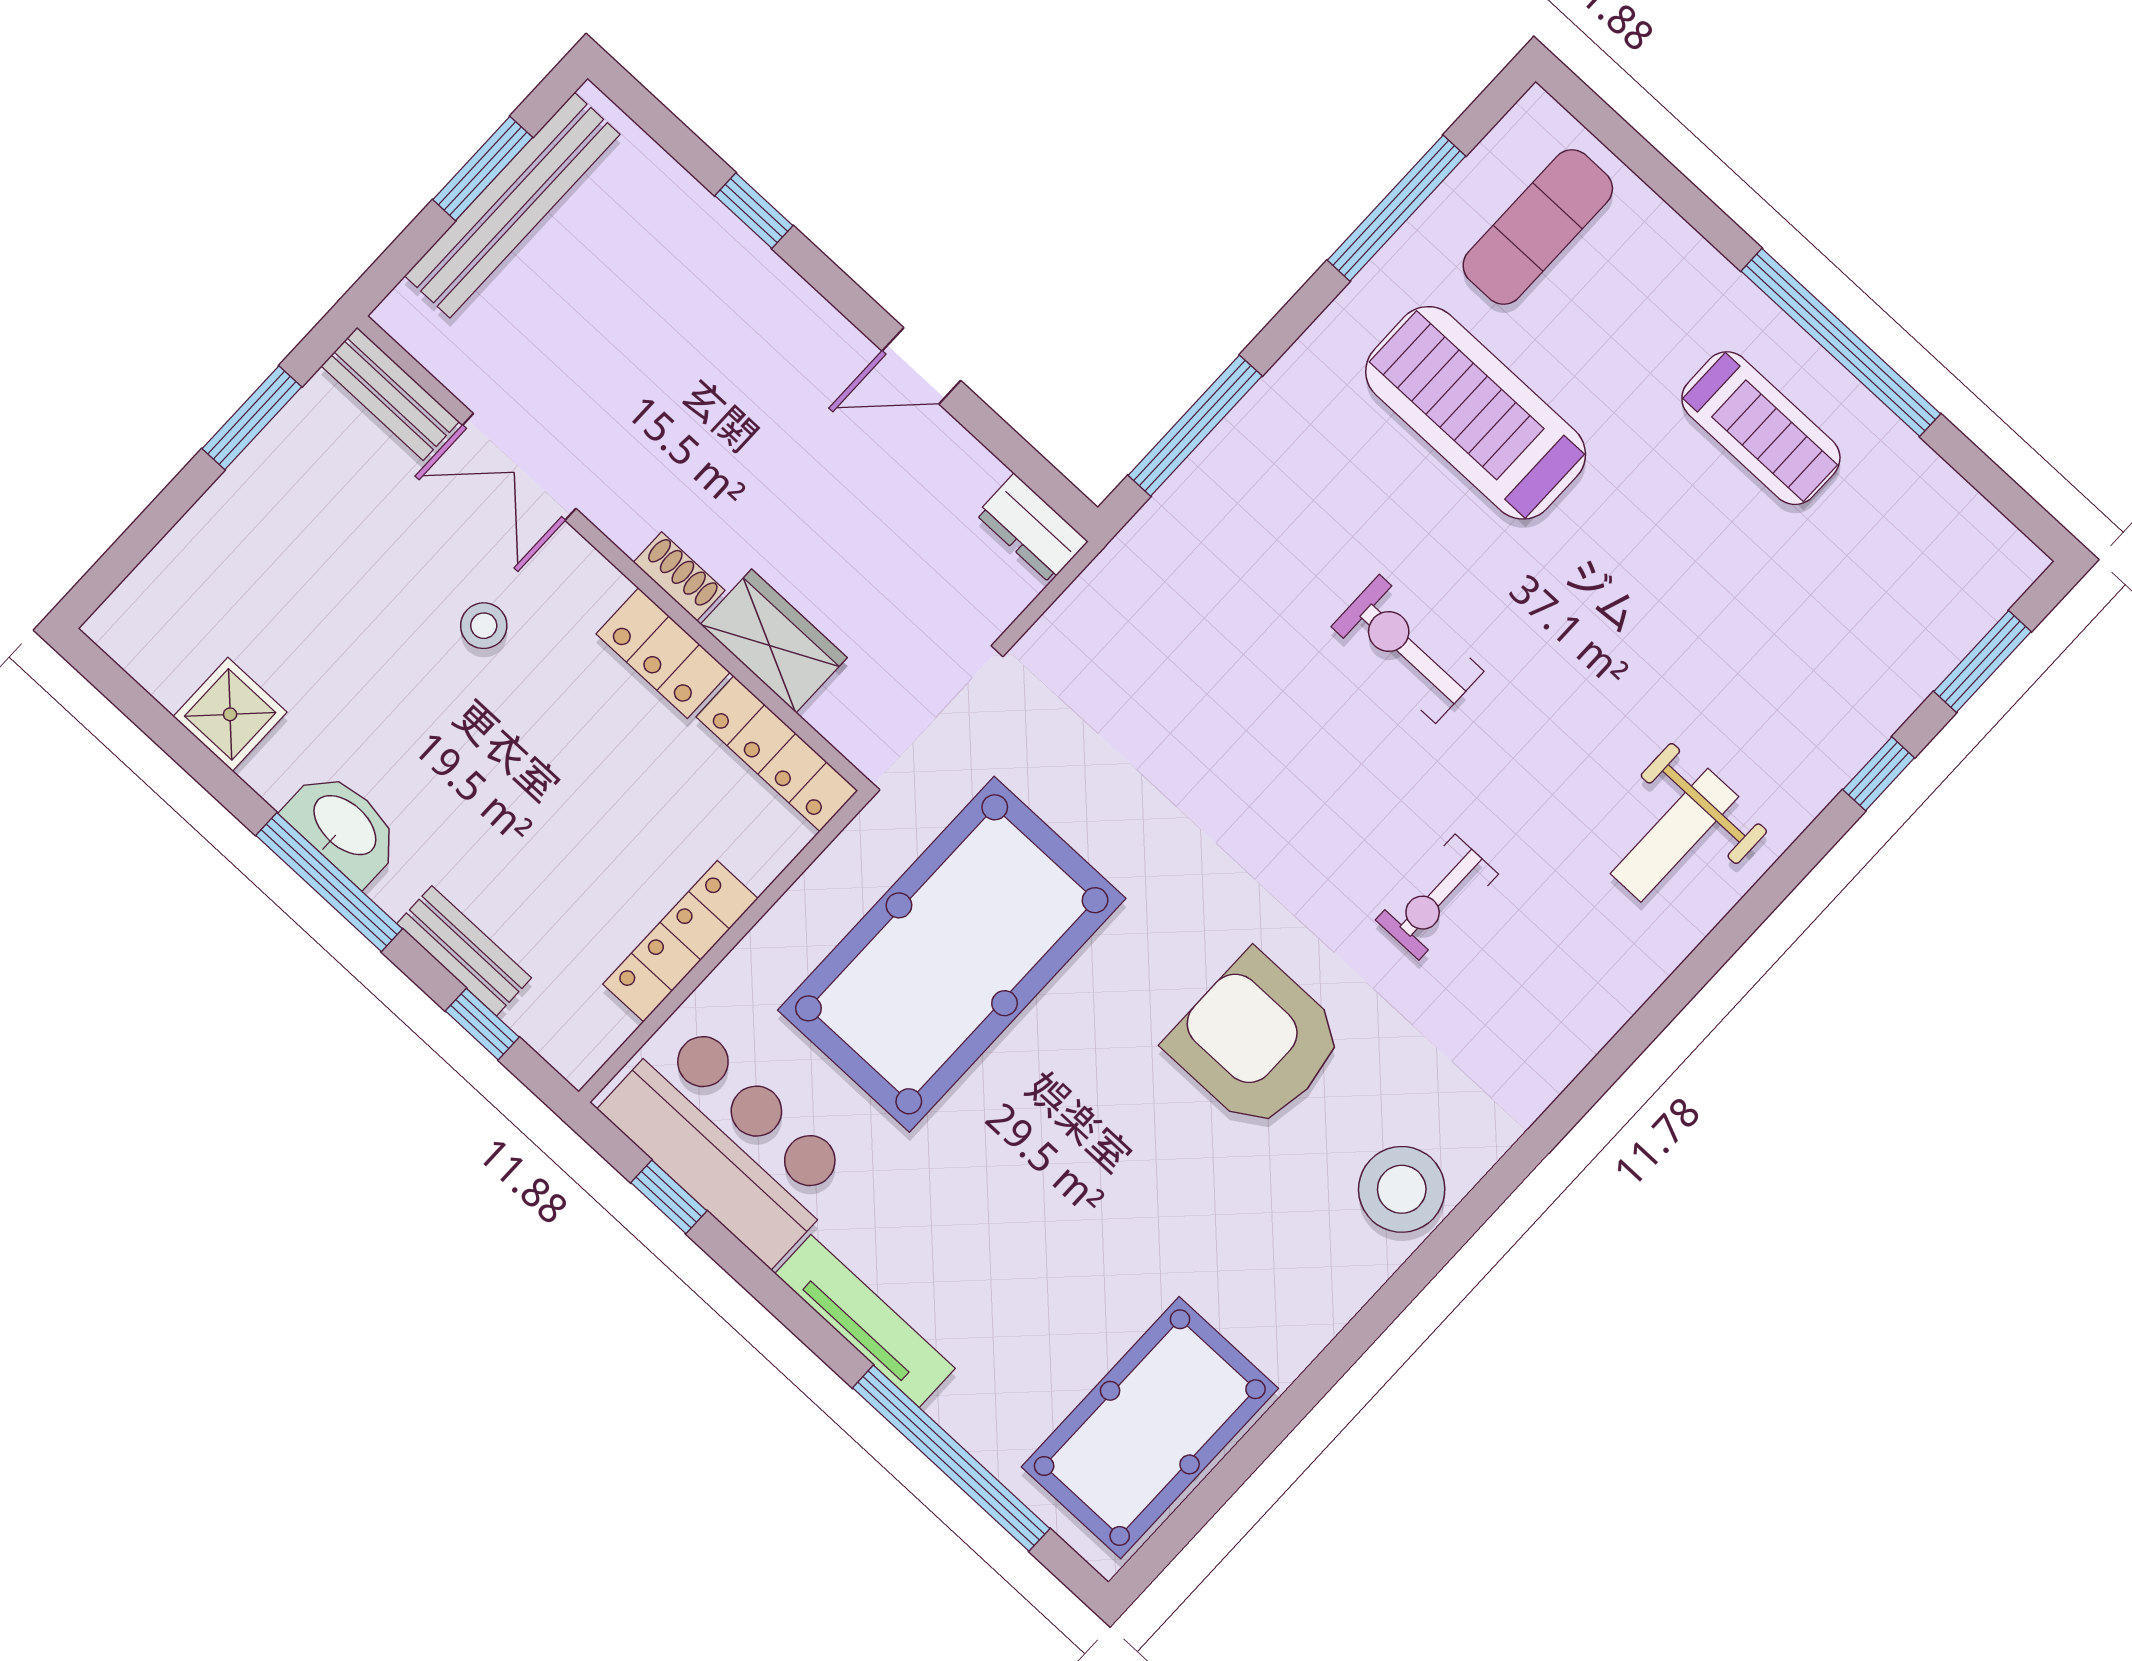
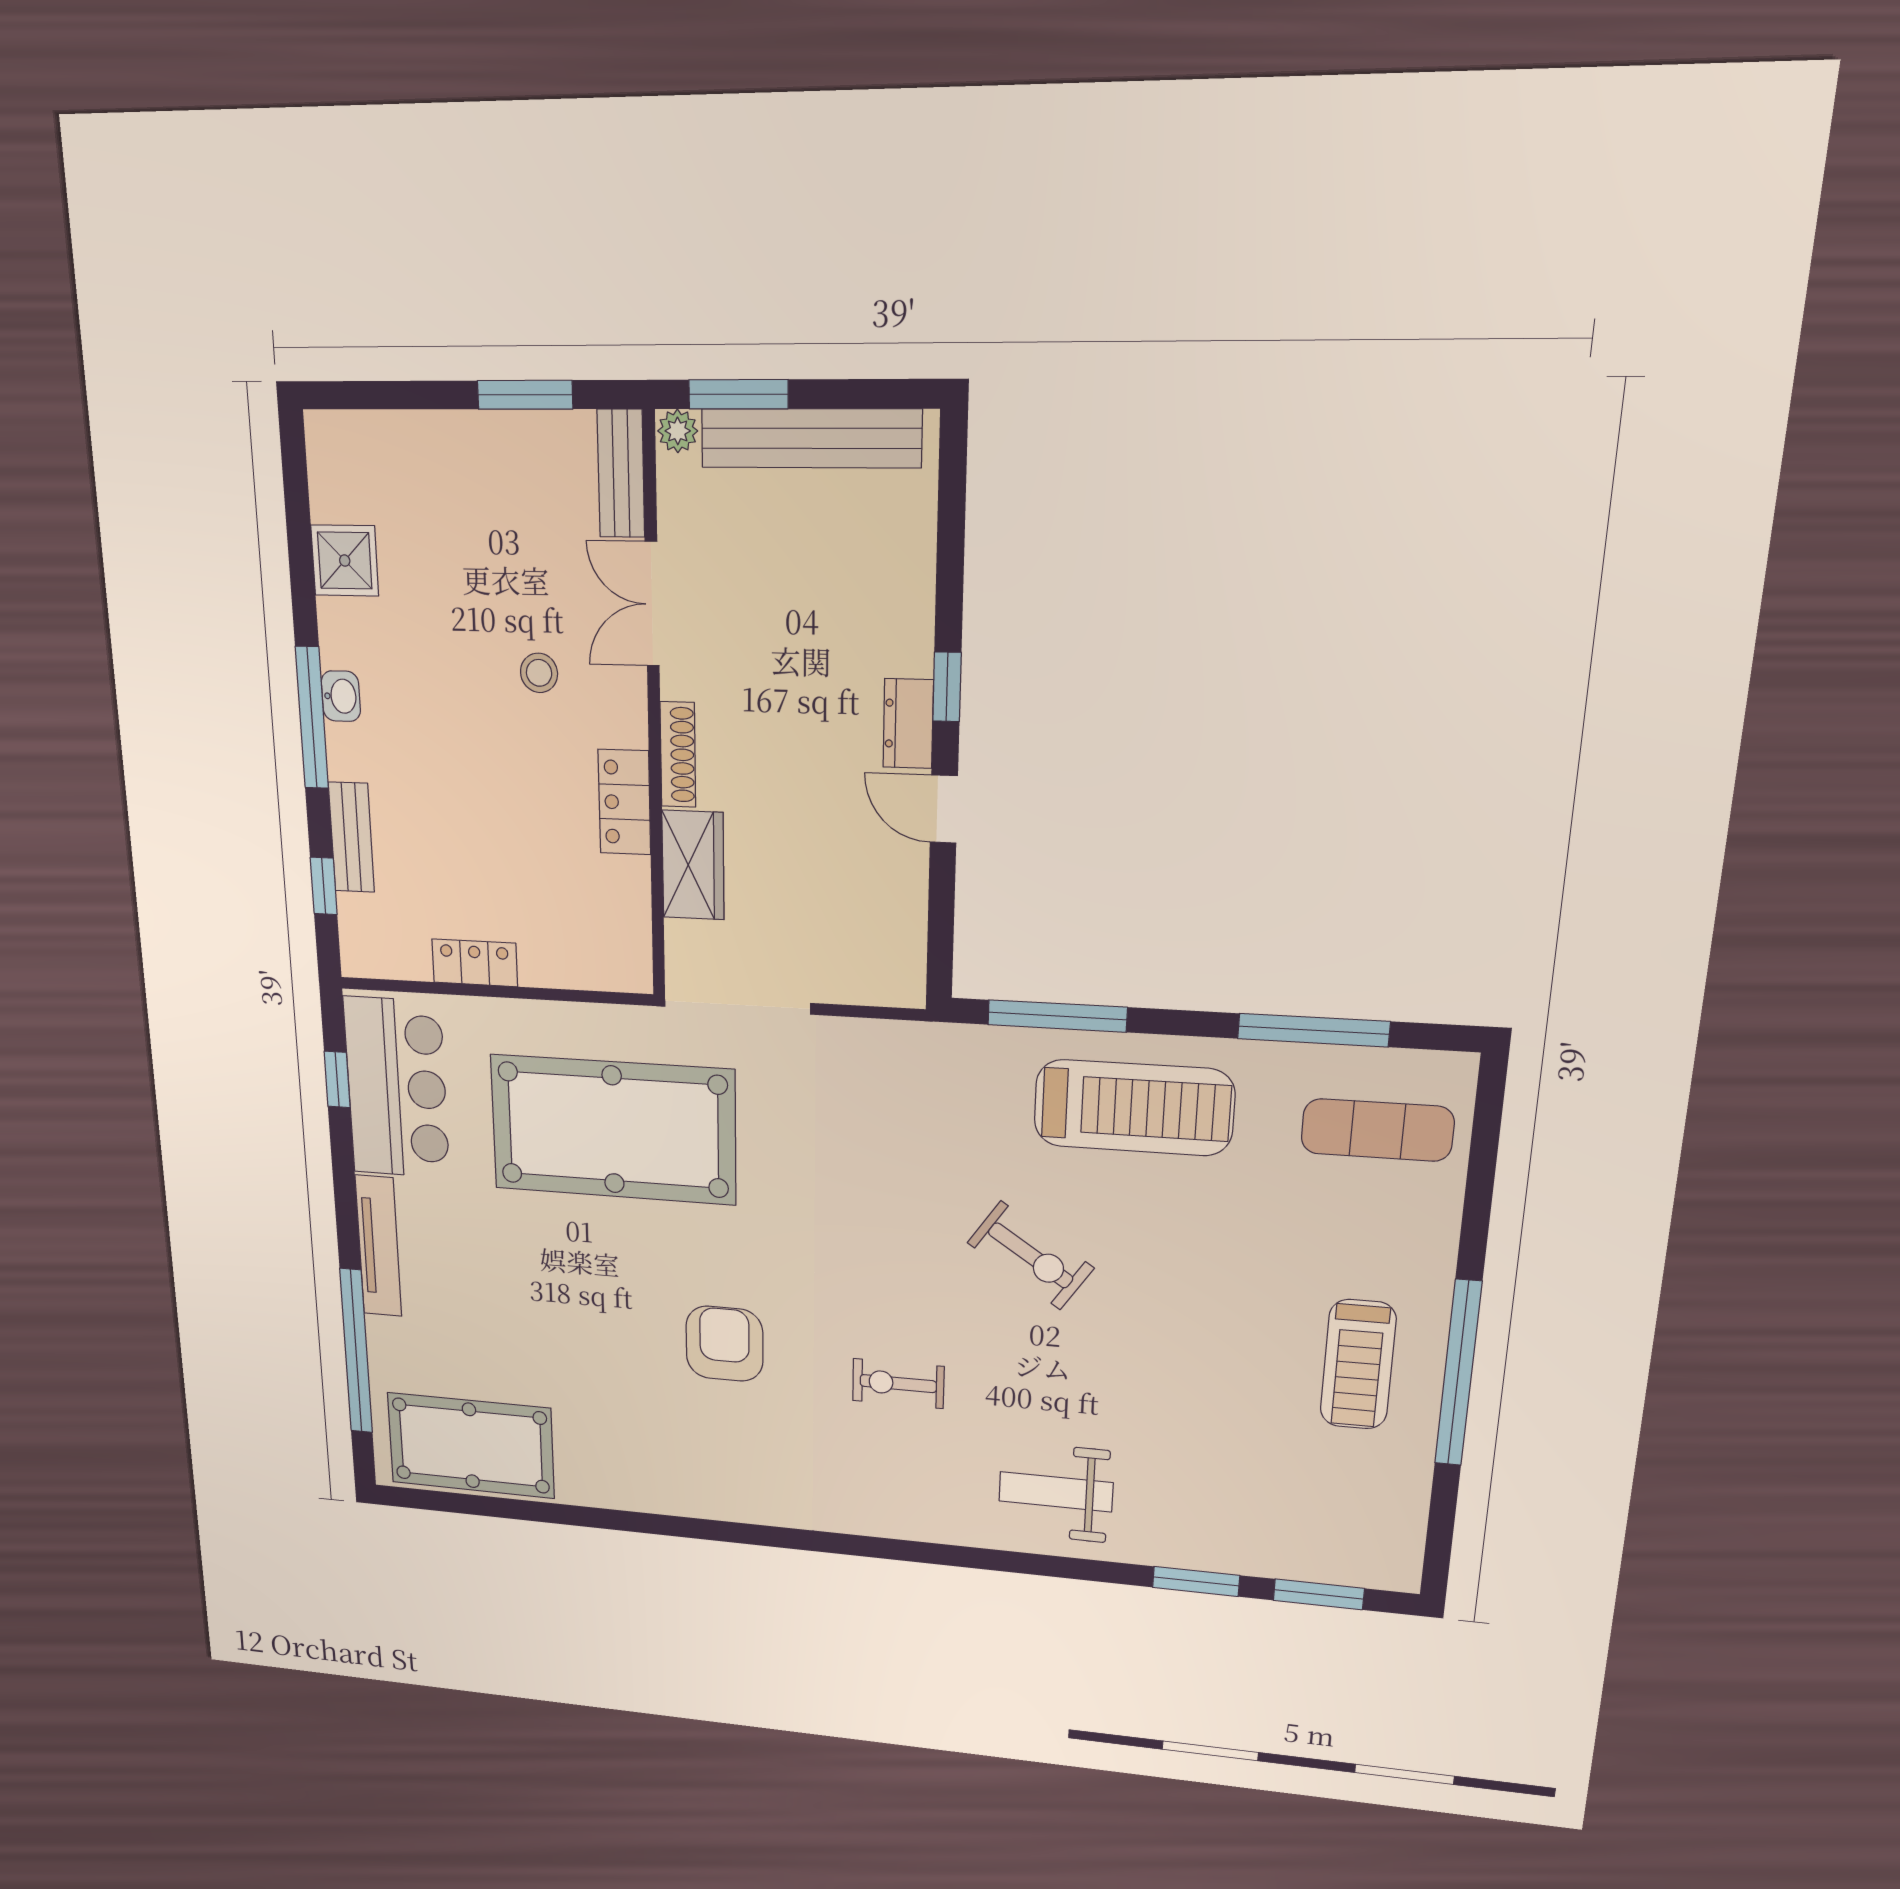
window: (483, 169) -> (738, 394), moved
window: (754, 211) -> (947, 687), moved
plant: (402, 313) -> (678, 431), added
treadmill: (1476, 413) -> (1134, 1108), moved, turned 90
dresser: (1032, 528) -> (908, 724), moved
shoe rack: (679, 576) -> (678, 755), width x1.43
exercise bike: (1408, 649) -> (1031, 1255), turned 124
locker: (777, 754) -> (630, 926), removed
window: (1879, 774) -> (1196, 1581), width x1.50
washbasin: (344, 827) -> (341, 696), width x0.52, depth x0.69
locker: (680, 941) -> (475, 963), width x0.66
armchair: (1256, 1042) -> (724, 1344), width x0.73, depth x0.73
stool: (1402, 1189) -> (719, 1486), removed

